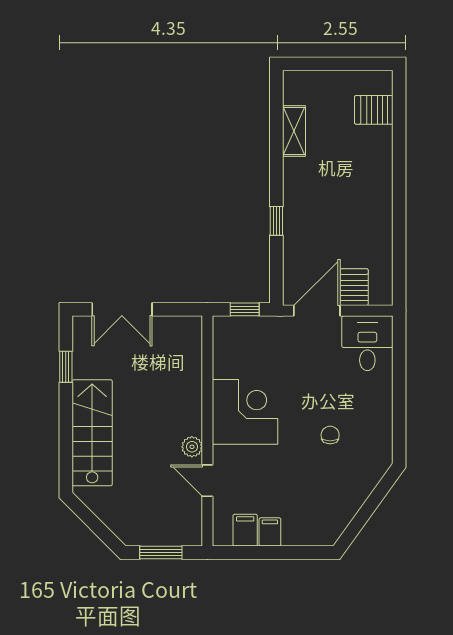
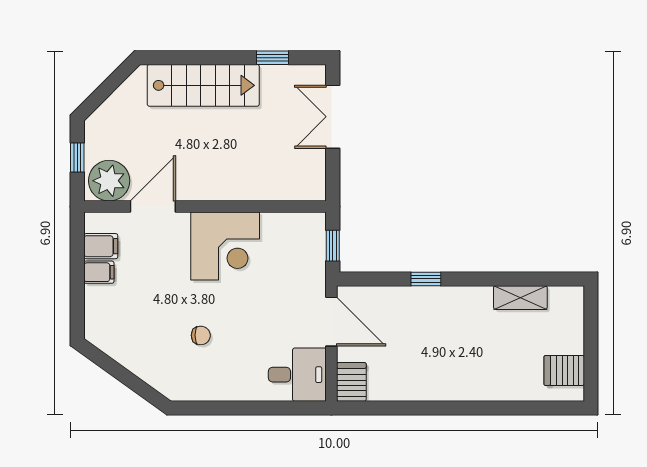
server rack: (374, 110) -> (564, 370), moved, turned -90
server rack: (354, 287) -> (351, 382), moved, turned -90
plant: (192, 447) -> (109, 181), moved, width x1.88, depth x1.88
door: (207, 481) -> (153, 206), width x1.38
window: (161, 553) -> (77, 158), width x0.67

